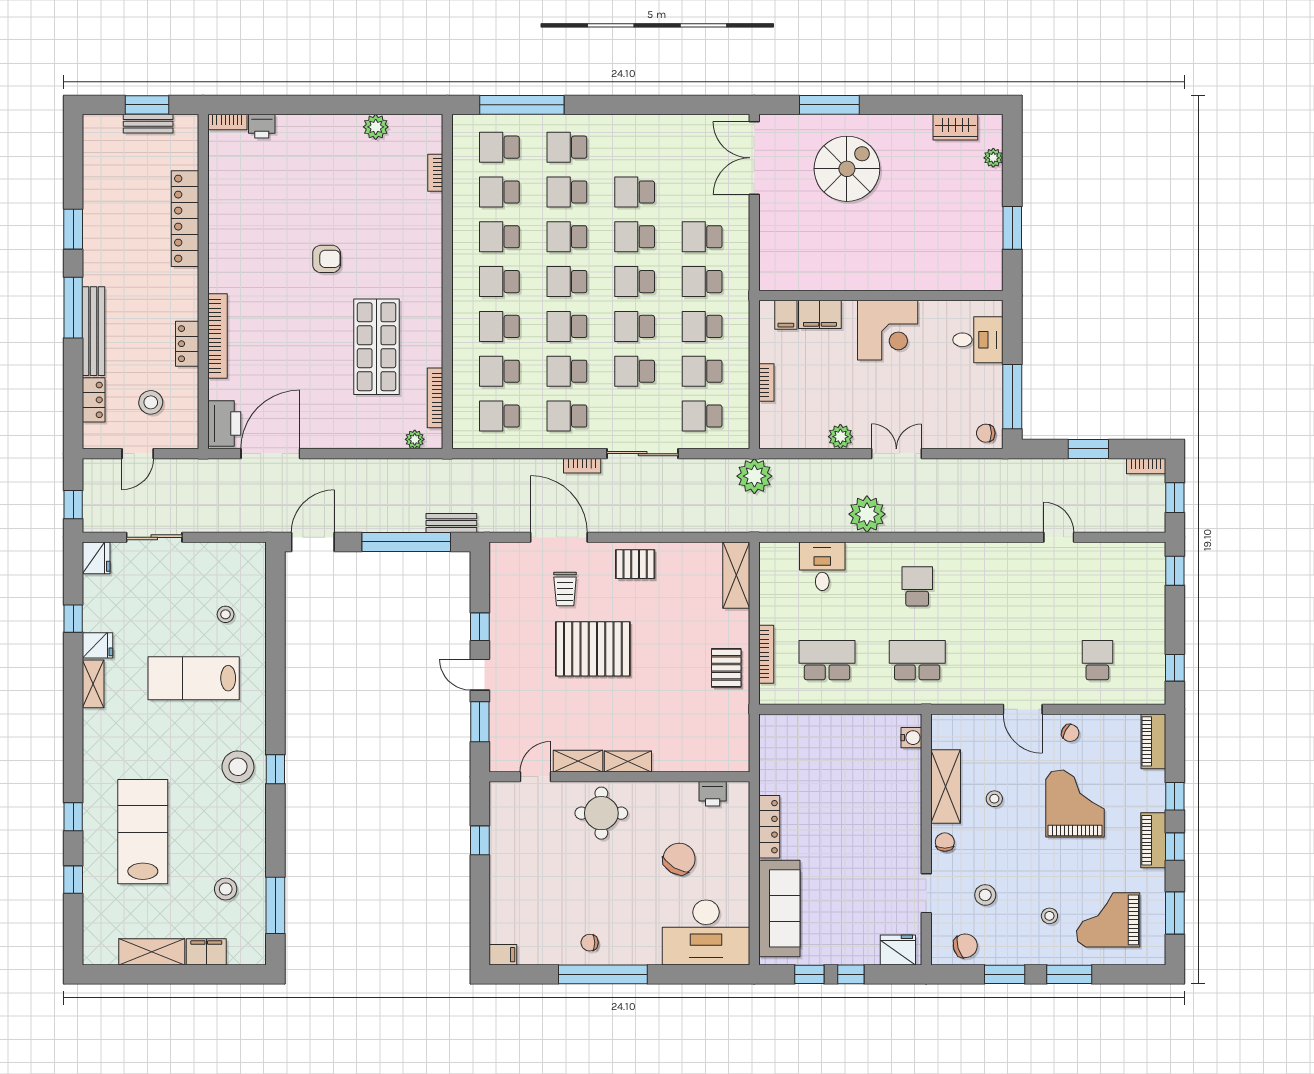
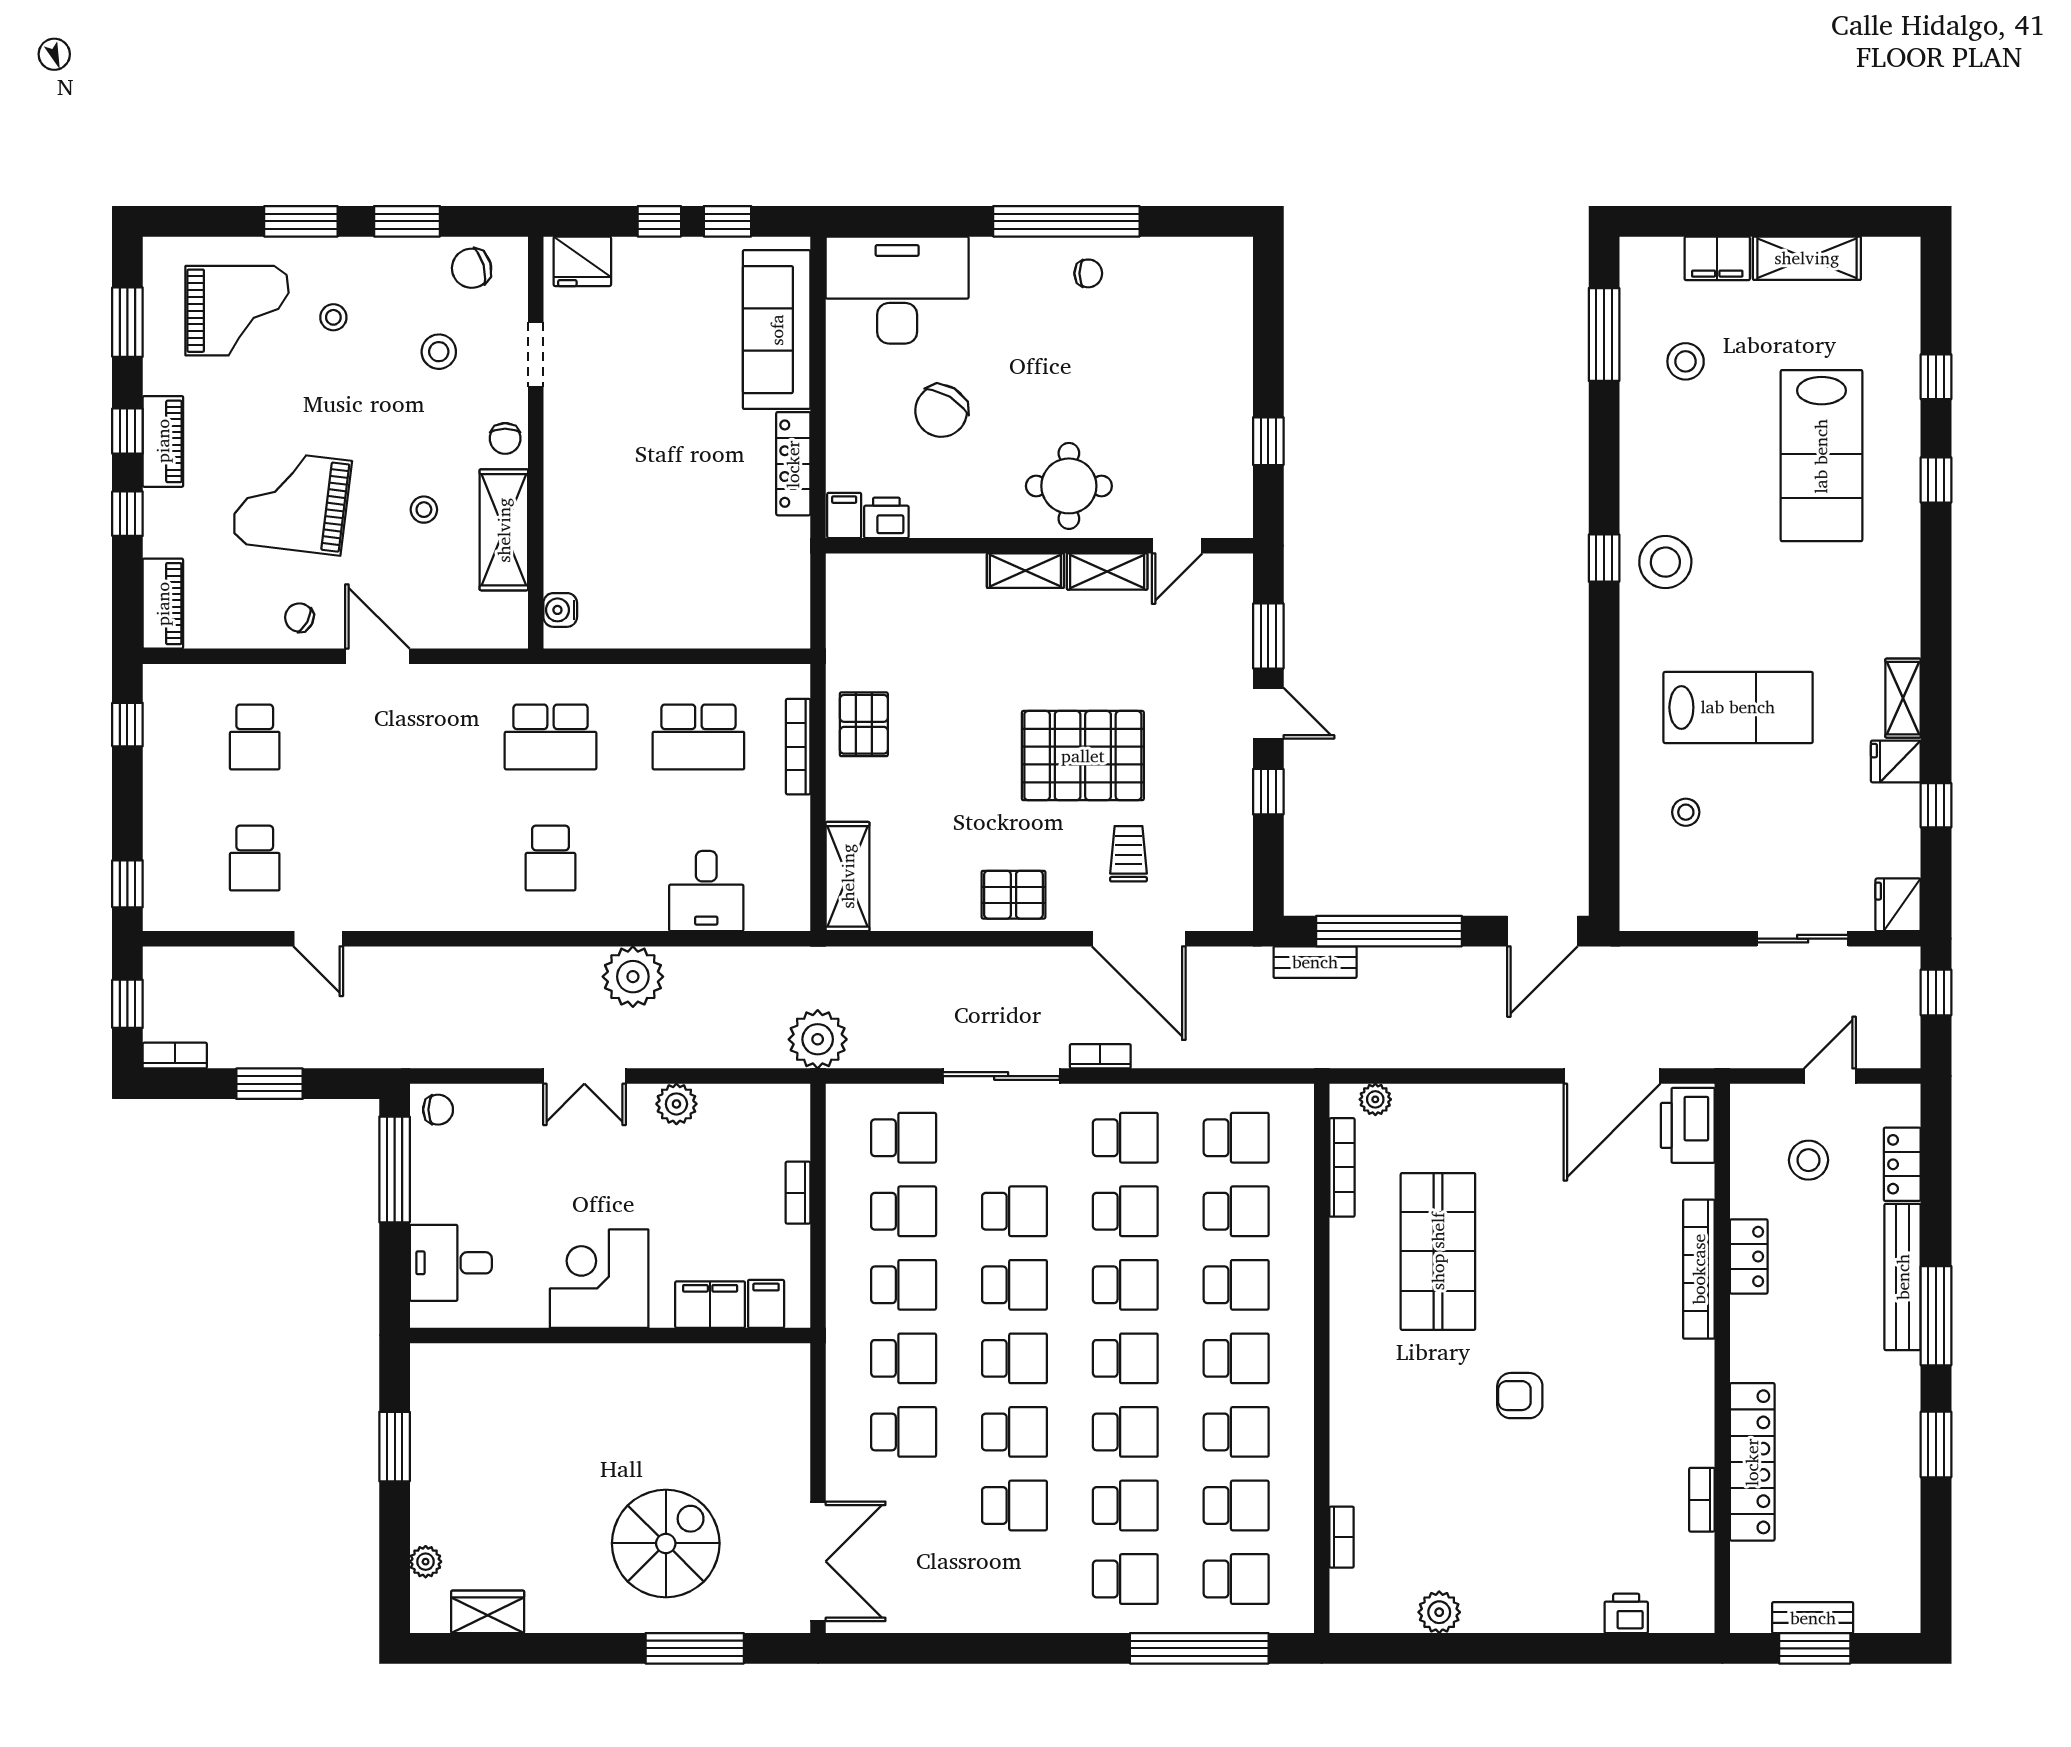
bookcase: (227, 122) -> (1702, 1500), moved, turned -90
spiral stairs: (847, 169) -> (666, 1543), turned 180
school desk: (1097, 586) -> (255, 858), added
grand piano: (1075, 804) -> (291, 502), turned 97
filing cabinet: (503, 955) -> (844, 515), moved, turned 90

